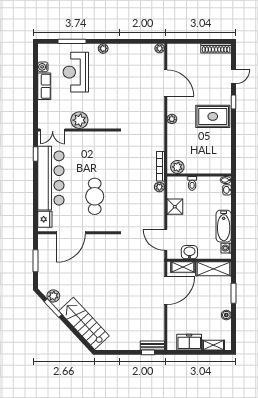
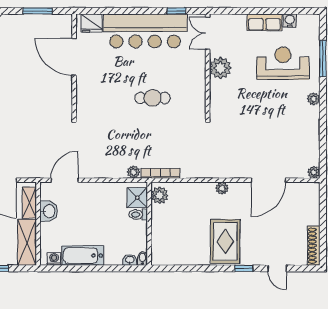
cafe table: (95, 196) -> (153, 98), moved, width x0.73, depth x0.74
shower: (175, 207) -> (137, 198), moved

